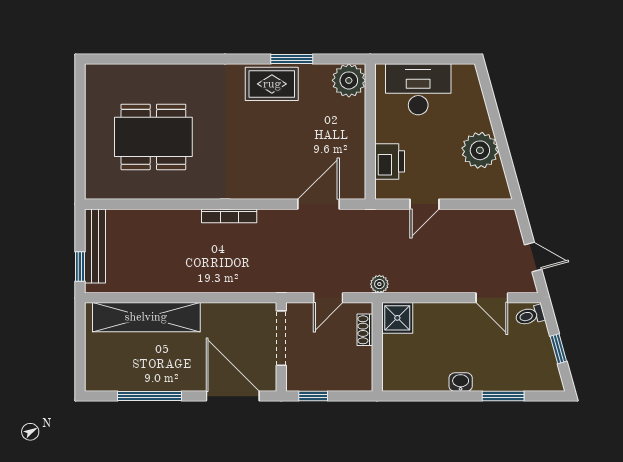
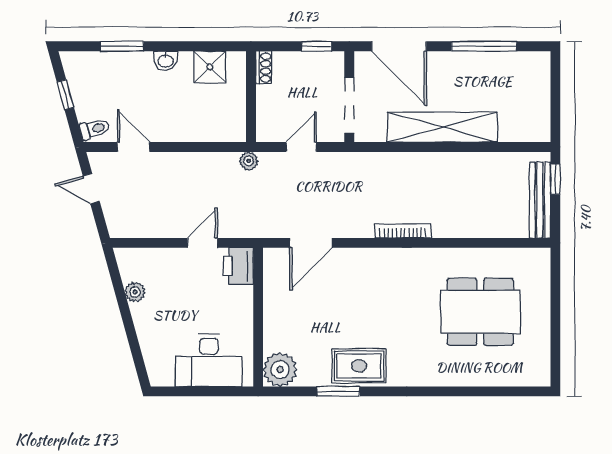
plant: (480, 150) -> (135, 292), width x0.53, depth x0.53
printer: (390, 161) -> (238, 266), moved
shelving: (146, 317) -> (442, 127), moved
shower: (397, 318) -> (210, 67), moved
shoe rack: (365, 330) -> (264, 67), moved

